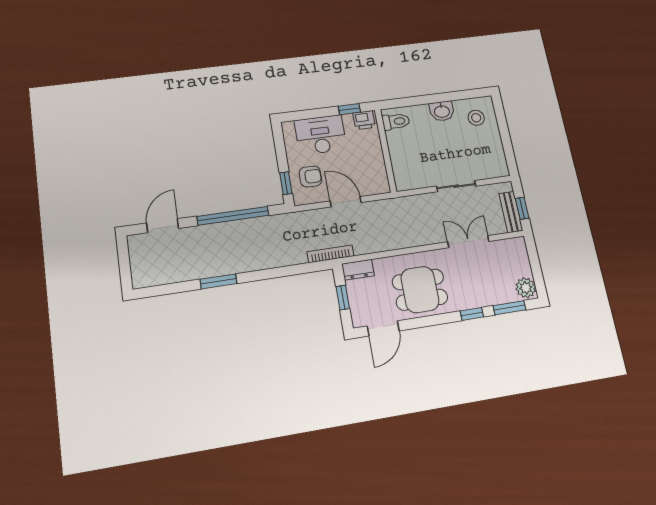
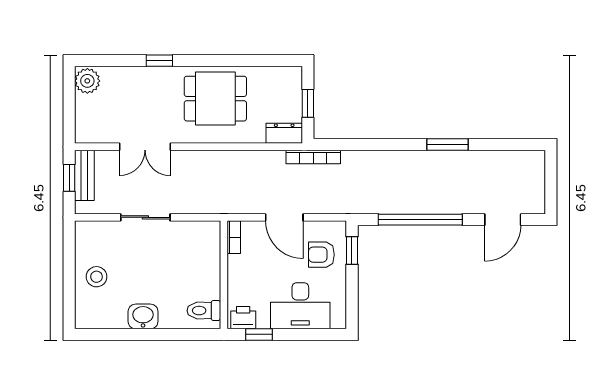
stool: (476, 118) -> (96, 277), moved
bookcase: (383, 181) -> (234, 237), added
window: (509, 308) -> (113, 61), removed
door: (383, 328) -> (267, 61), removed

